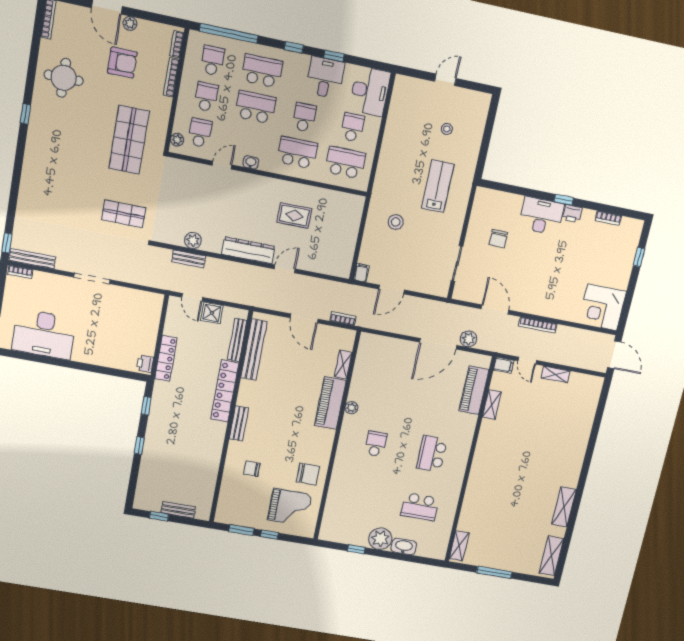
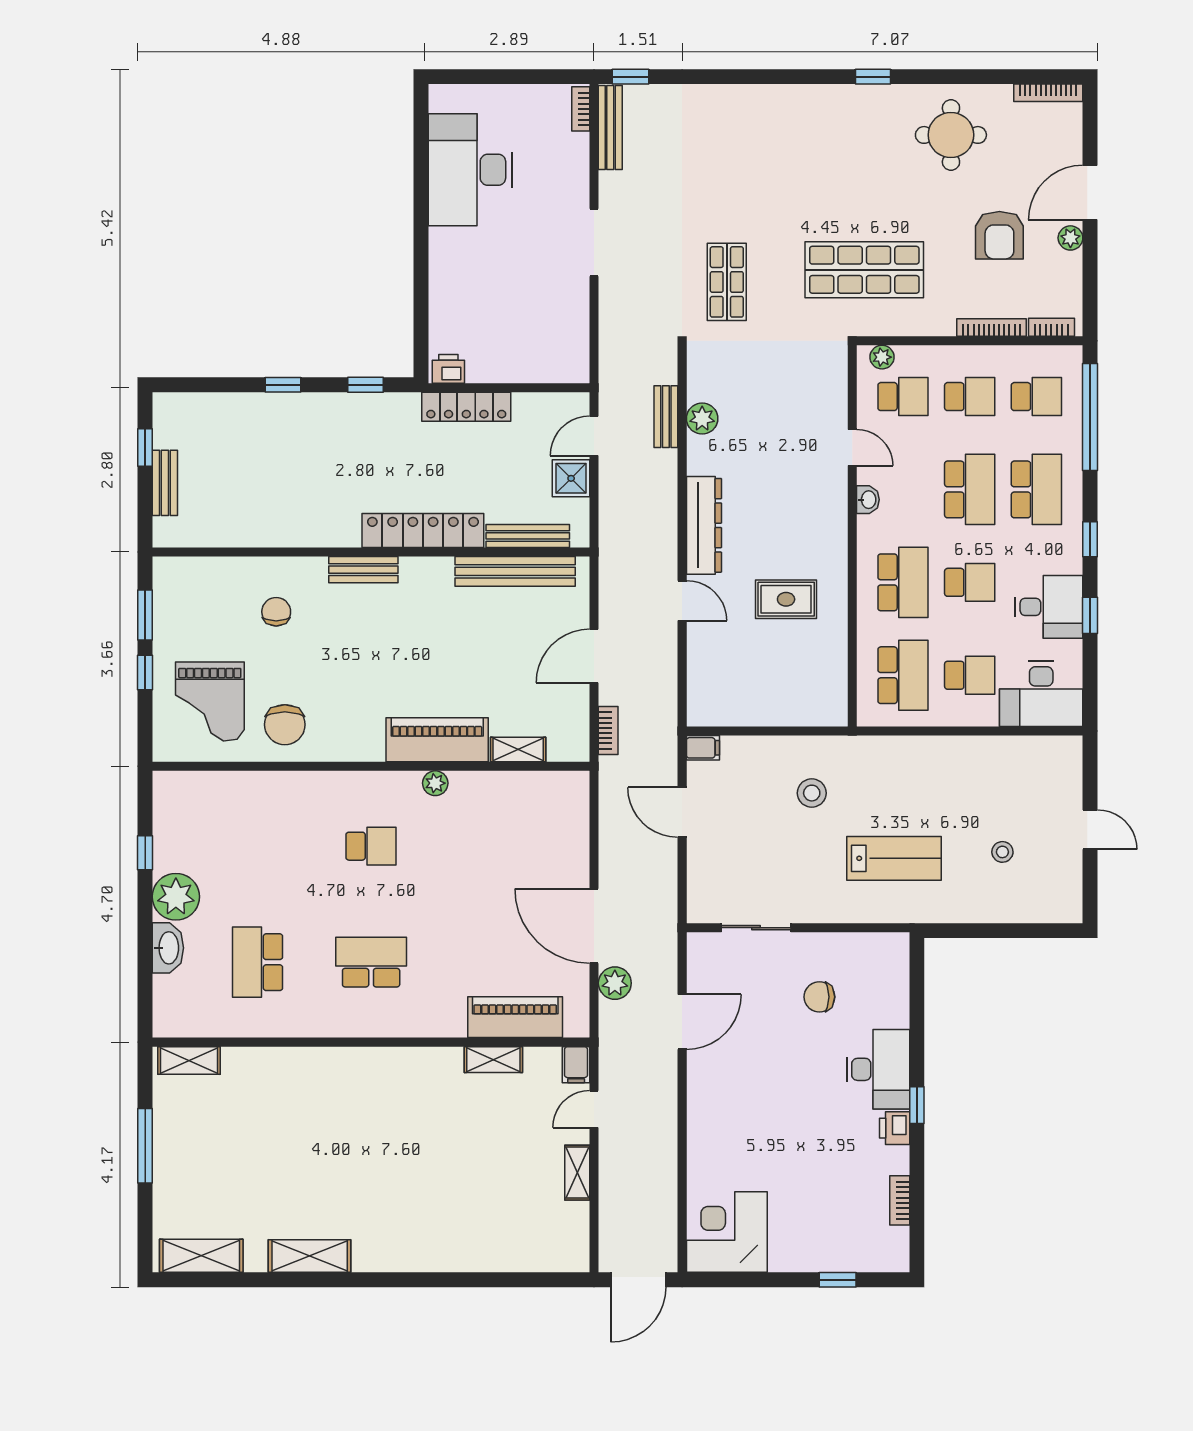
rug: (294, 216) -> (786, 599), turned 90
bookcase: (538, 325) -> (668, 1113), removed

